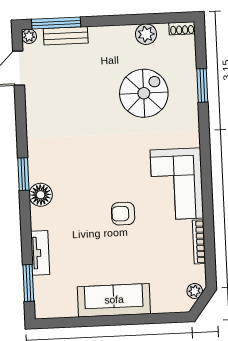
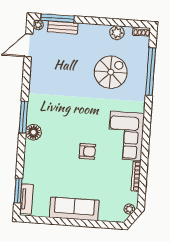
window: (202, 85) -> (151, 72), width x2.11
window: (23, 174) -> (23, 117), width x1.44
armchair: (123, 214) -> (87, 151), turned 180
tv unit: (40, 253) -> (27, 199), moved

